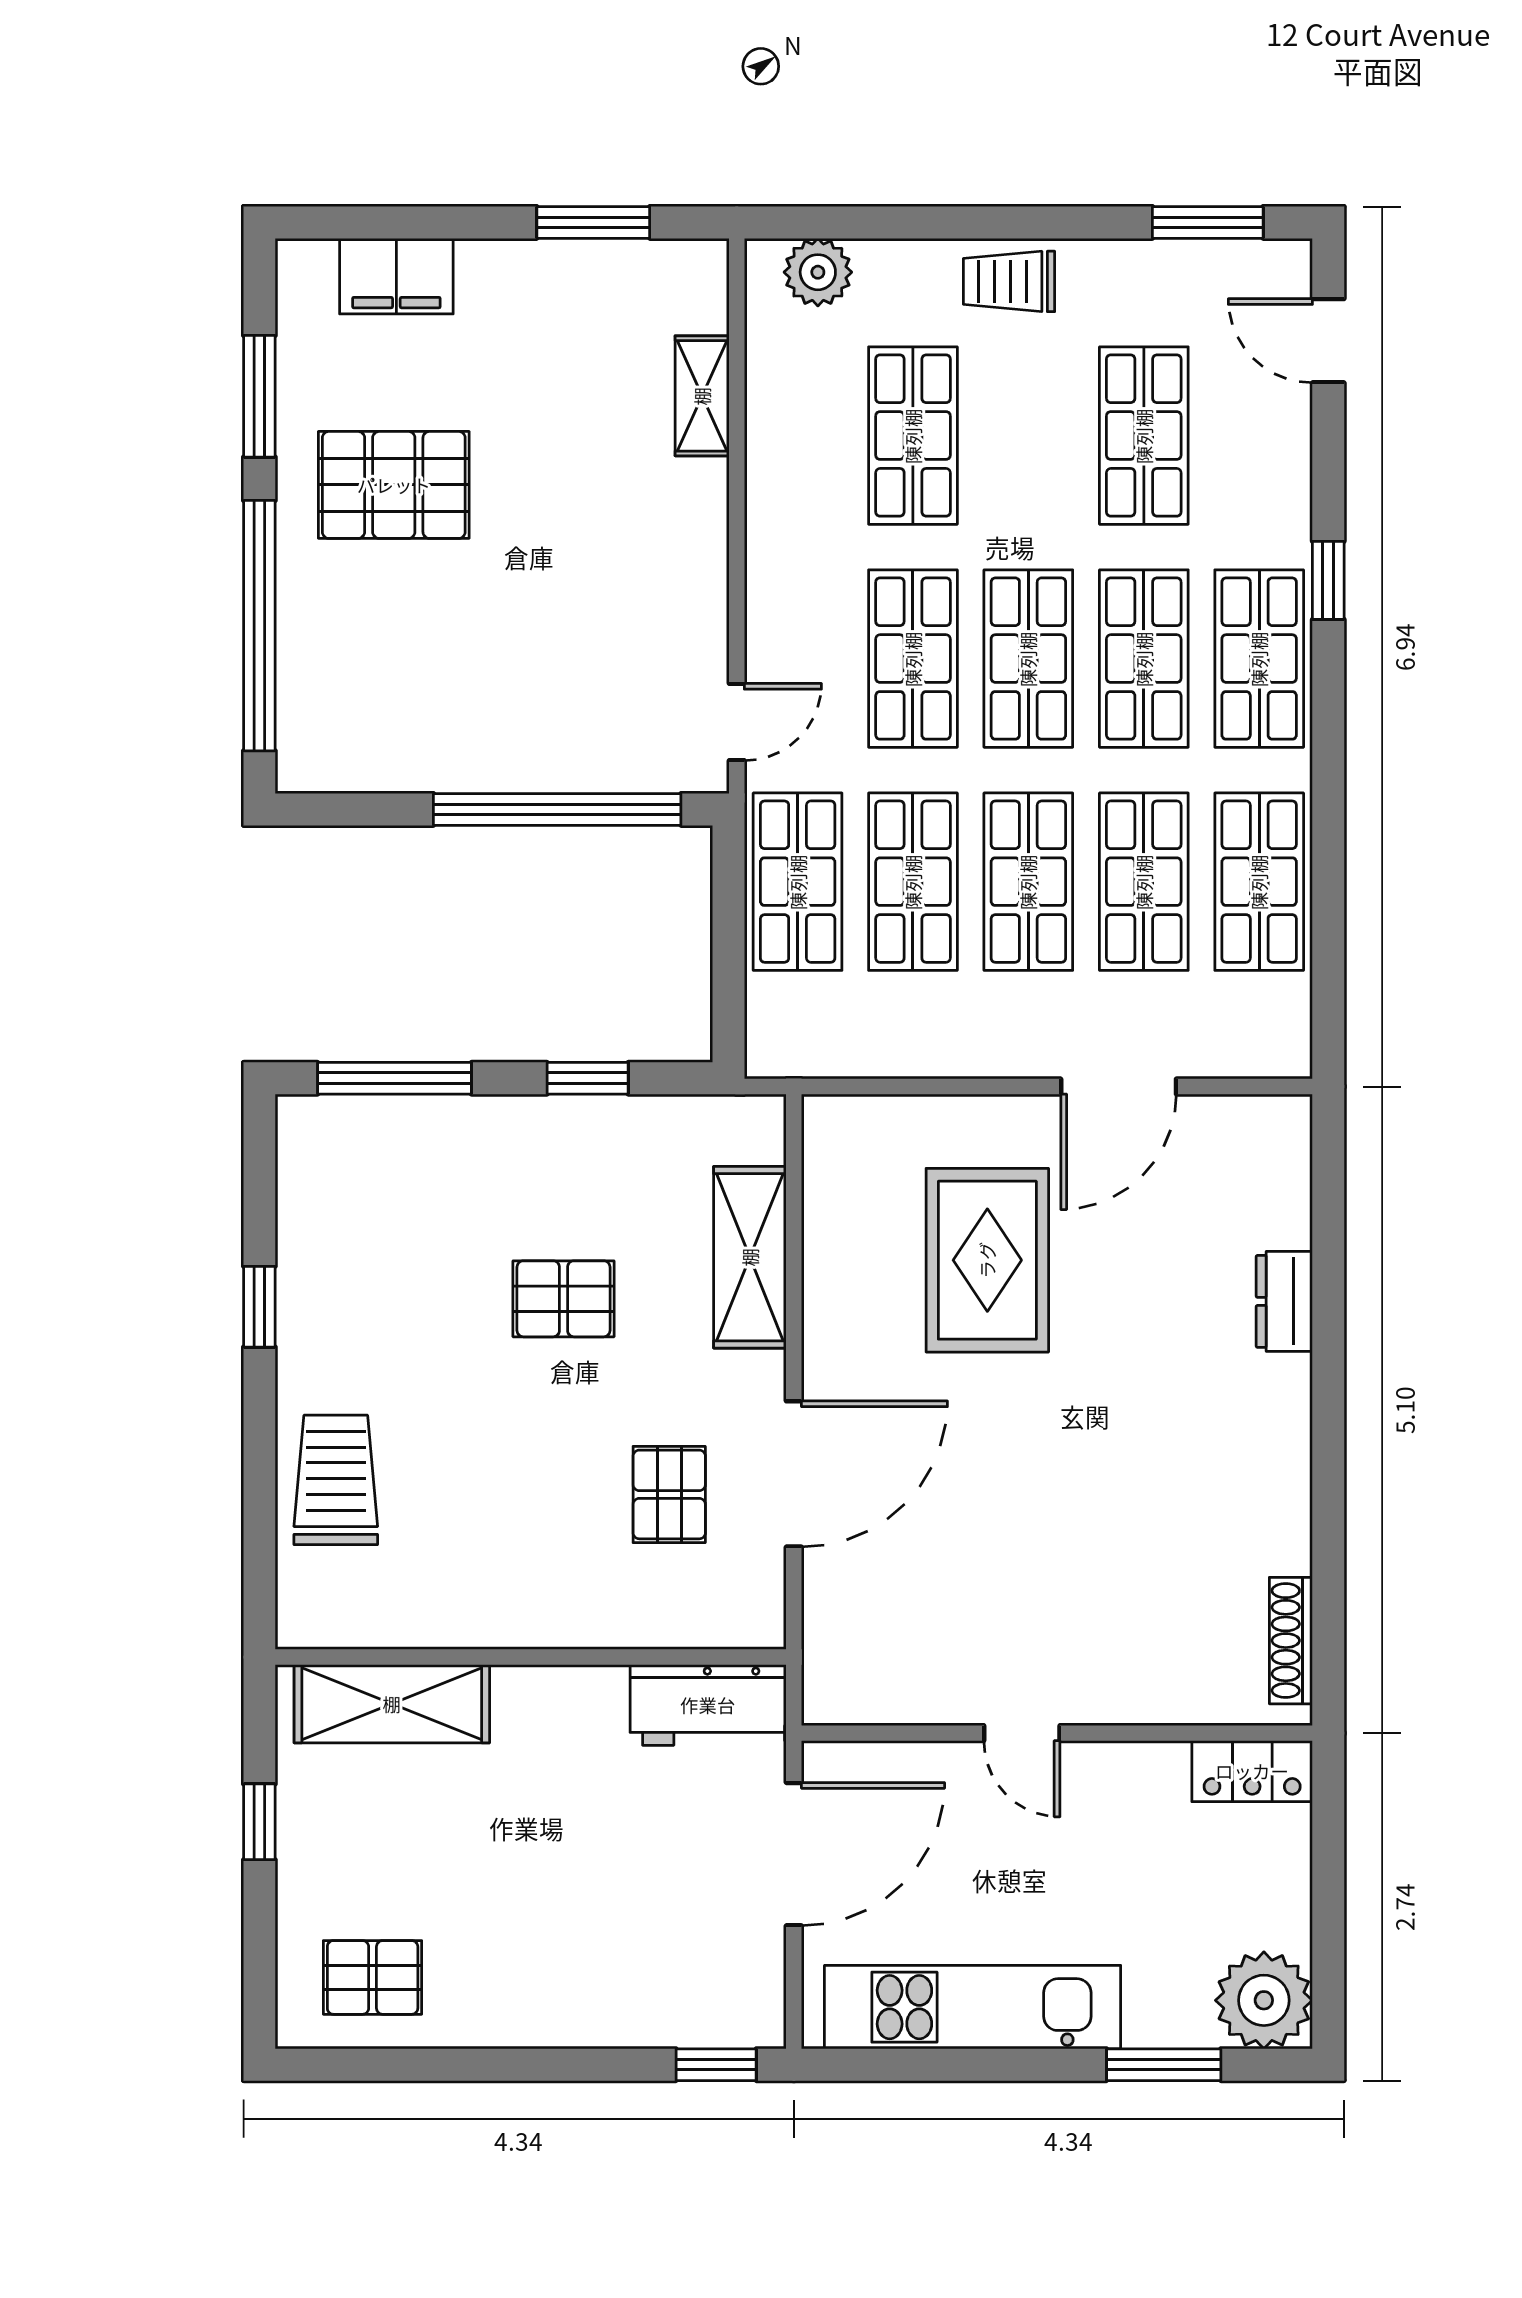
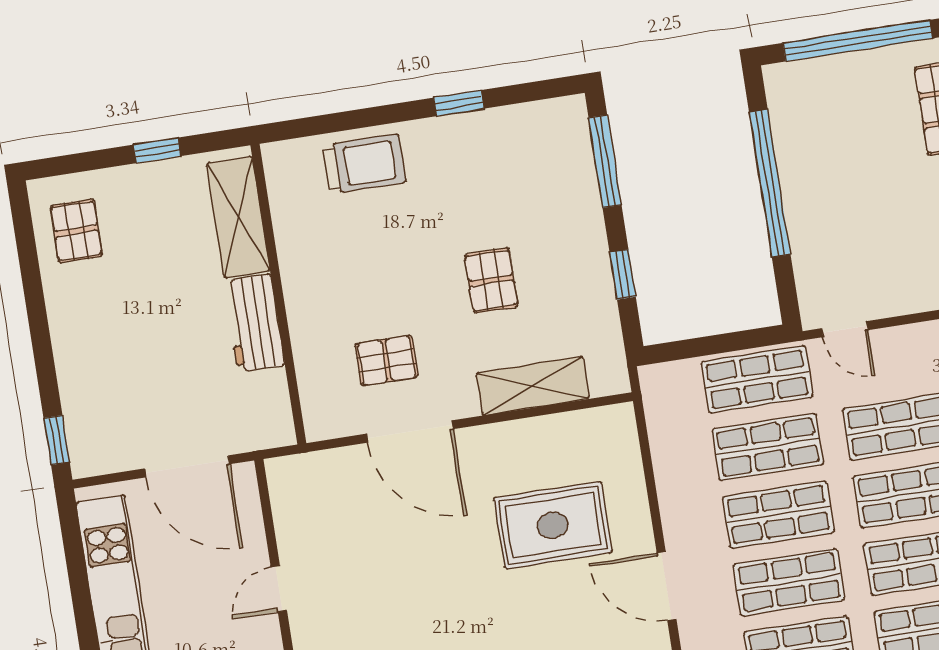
window: (557, 809) -> (770, 183), moved
workbench: (708, 1705) -> (254, 323), moved

